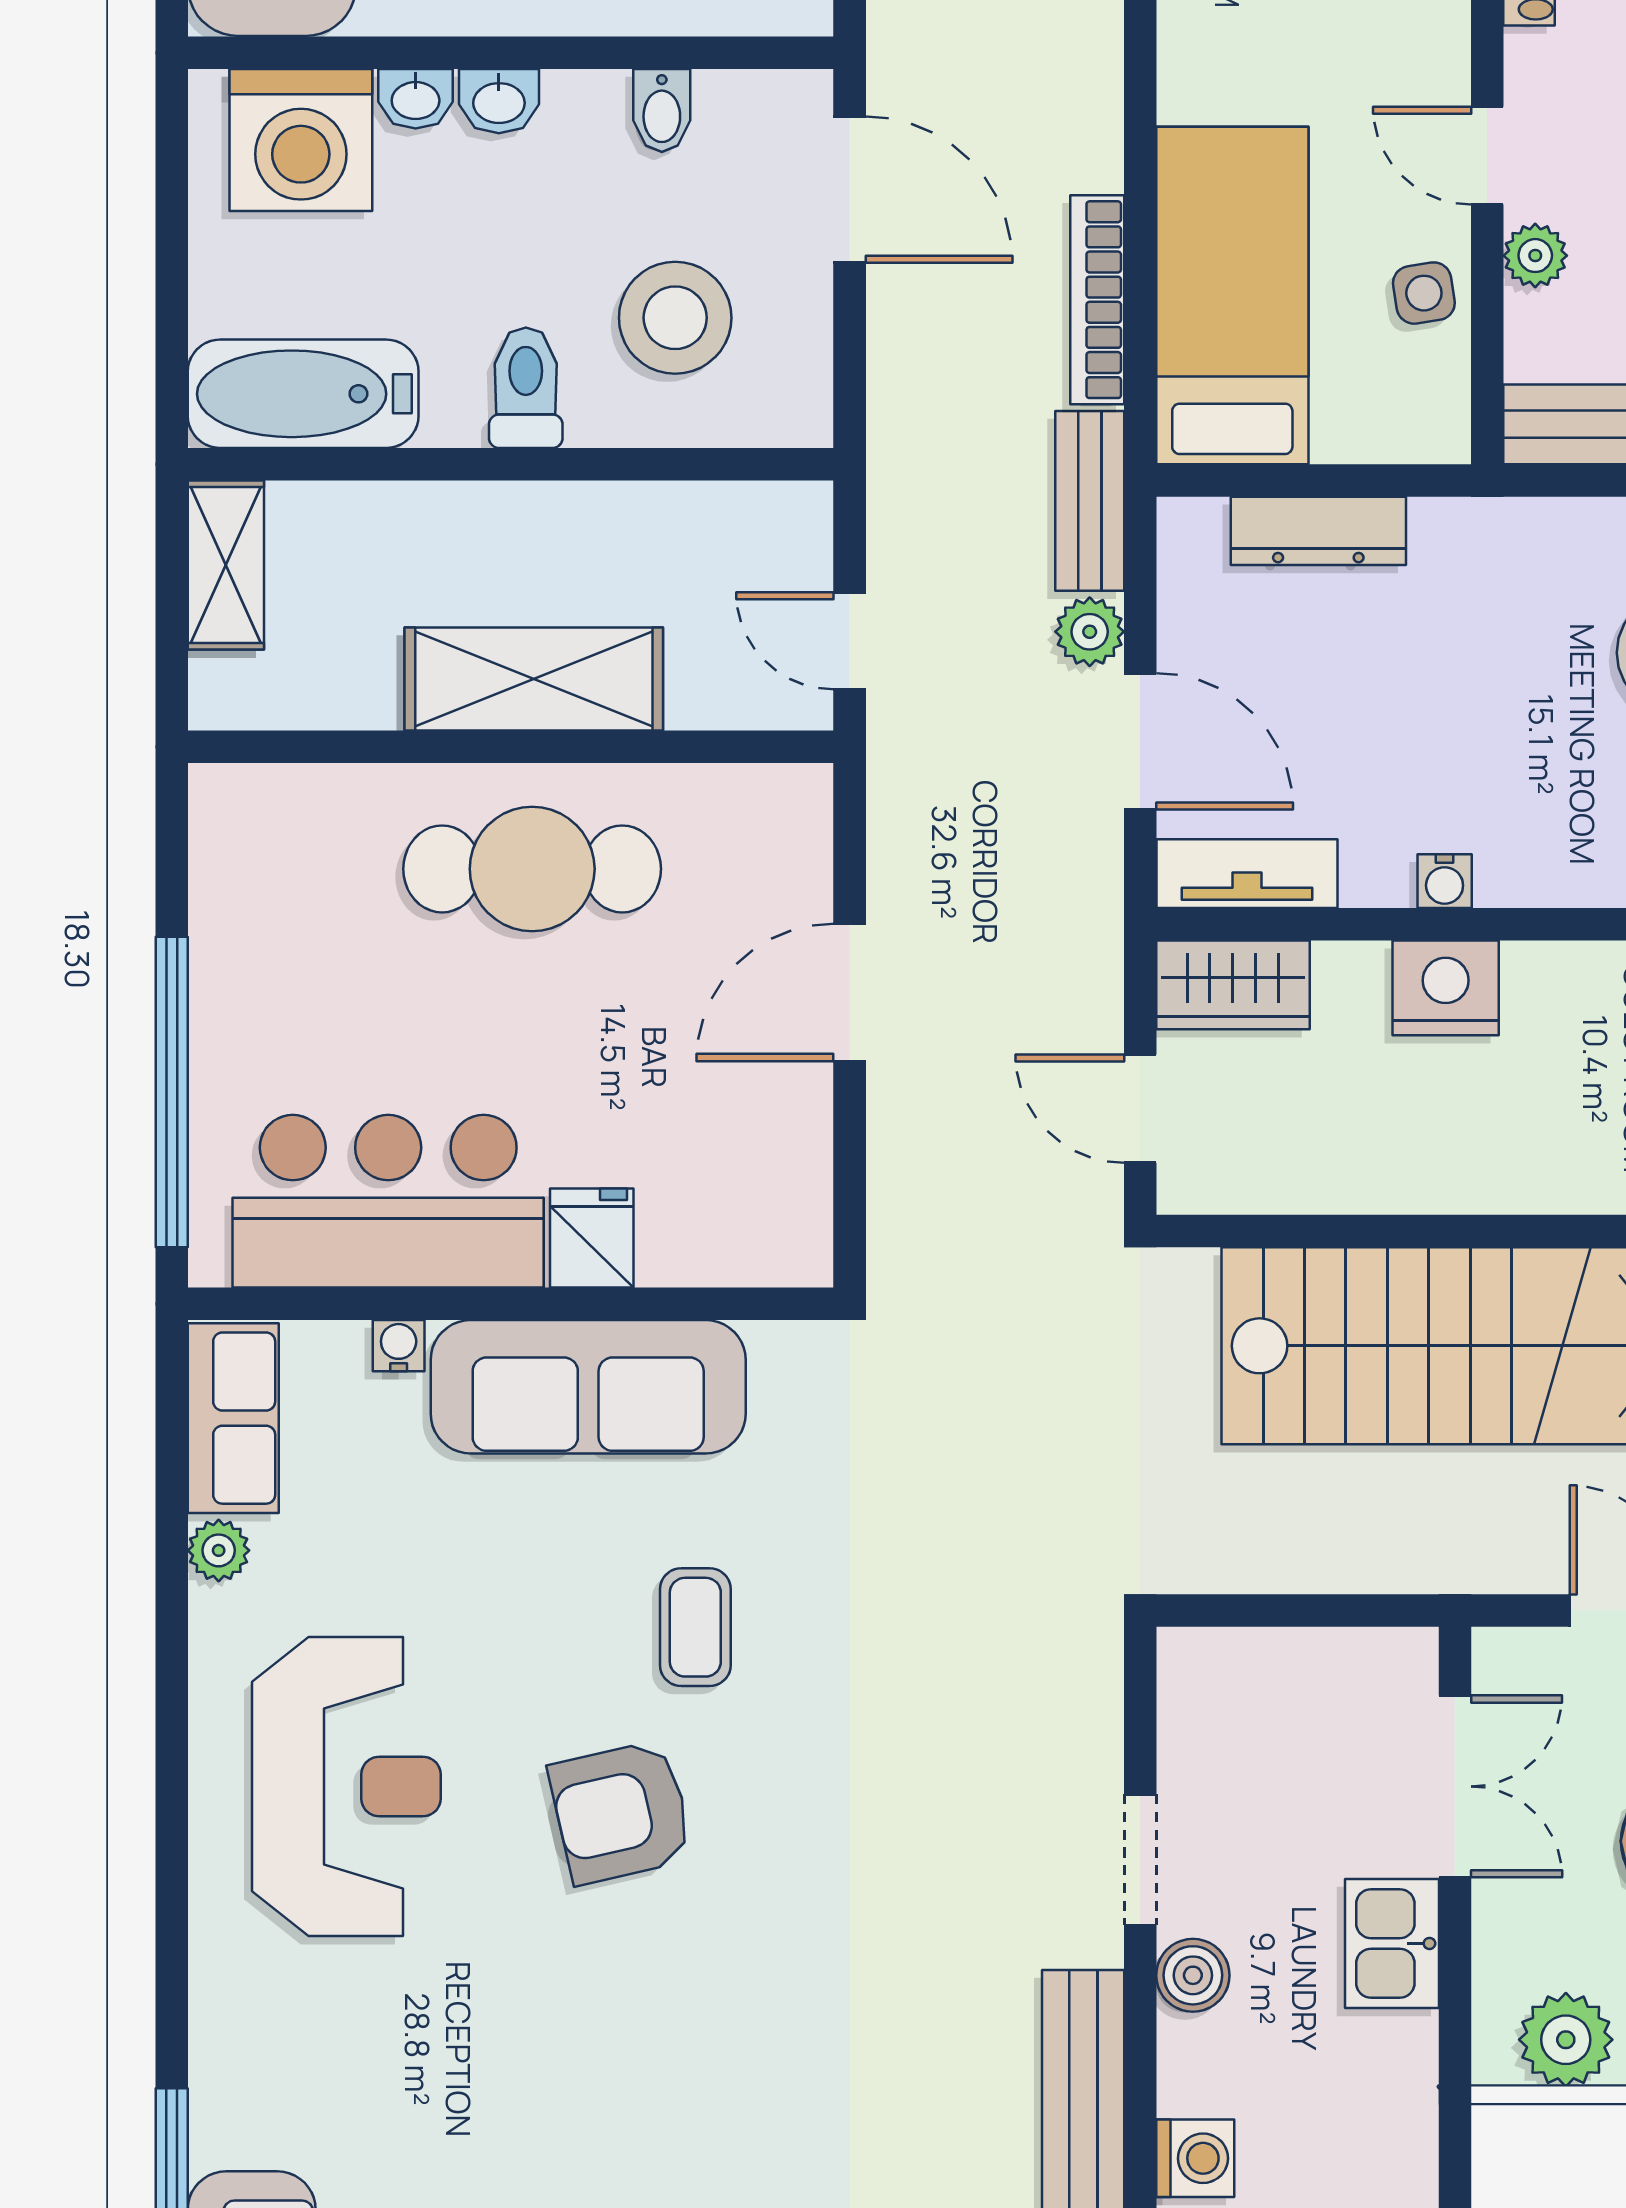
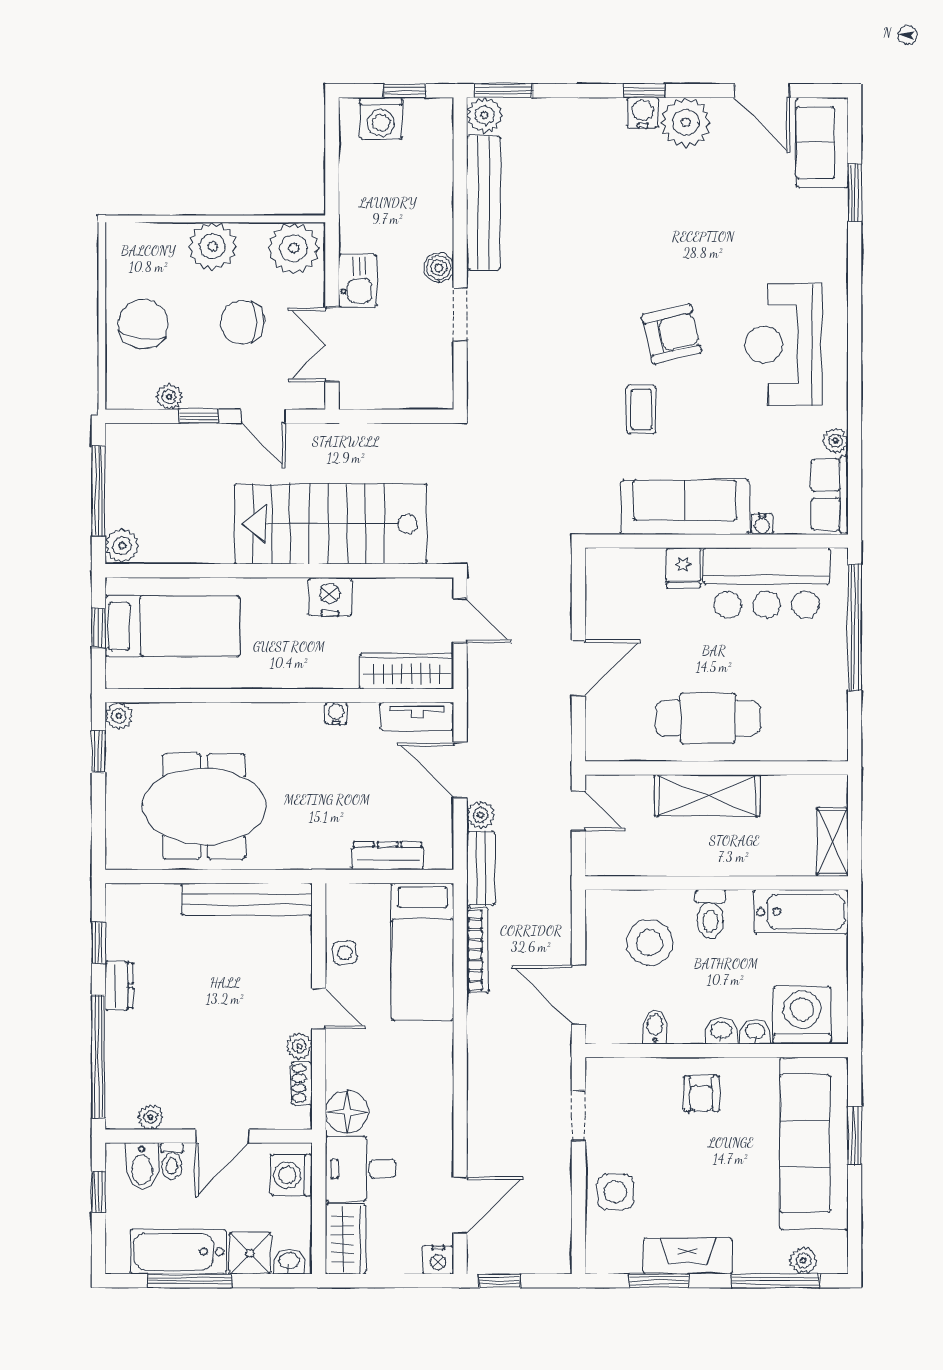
plant: (1535, 256) -> (299, 1046), moved
wardrobe: (1233, 985) -> (407, 671), width x1.50
nightstand: (1446, 988) -> (330, 597), moved, turned 180
plant: (1566, 2040) -> (294, 248), width x1.36, depth x1.36
washing machine: (1195, 2158) -> (438, 193), removed

